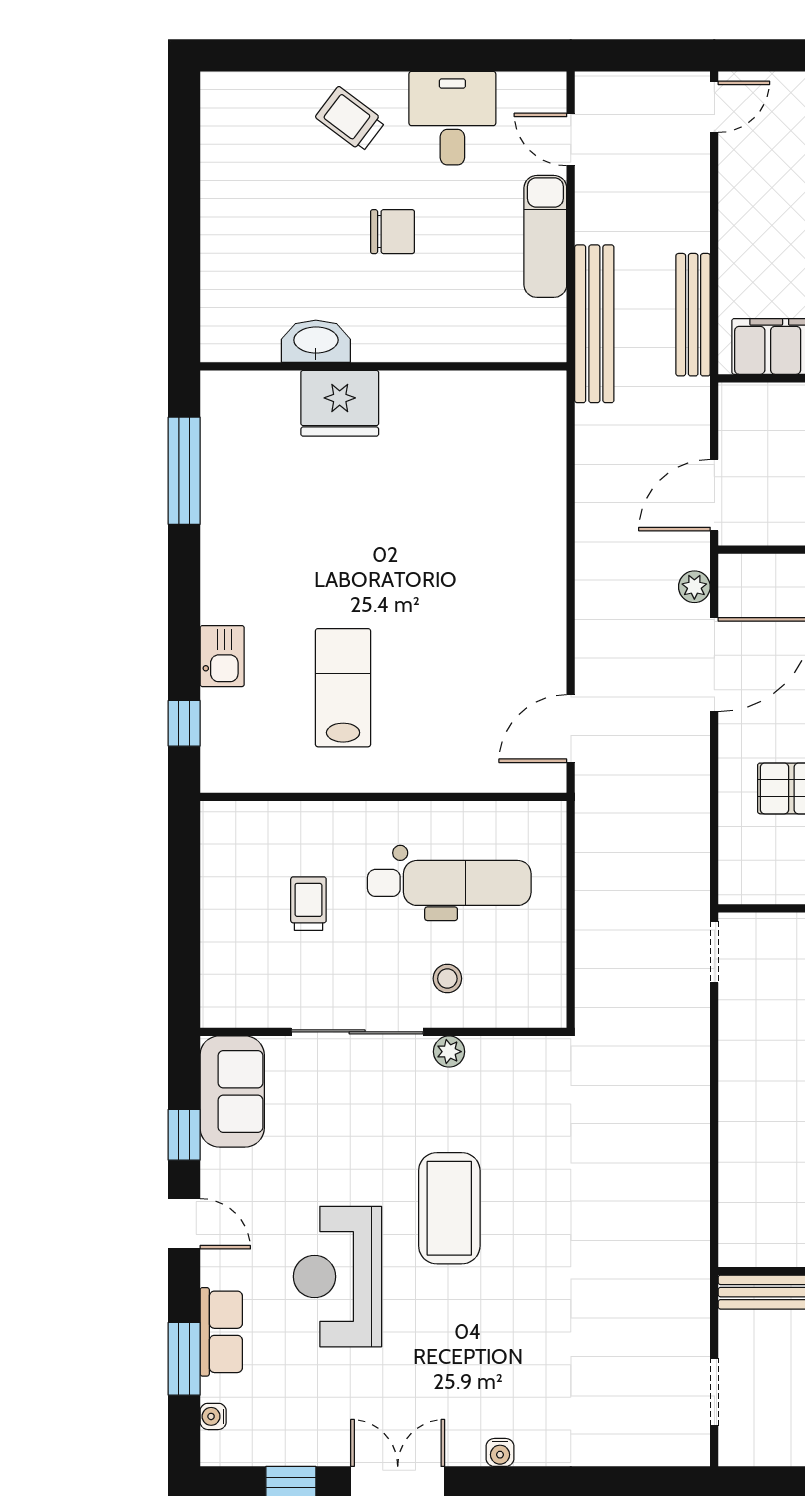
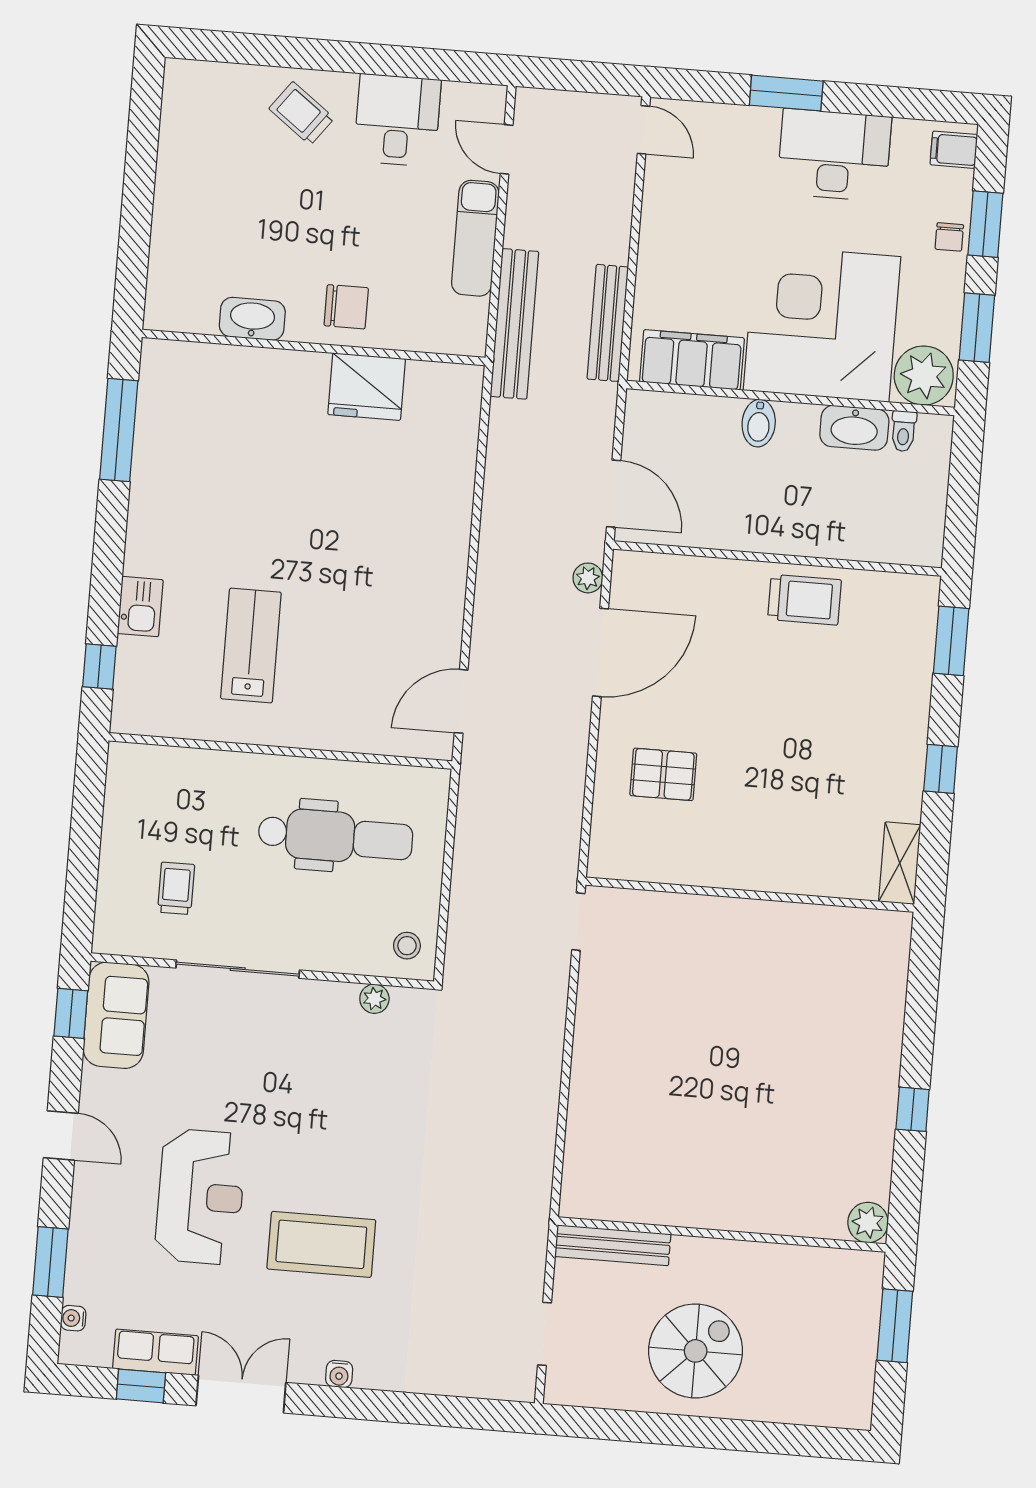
door: (714, 107) -> (643, 130), hinge flipped
chair: (393, 232) -> (346, 307), moved
fridge: (340, 403) -> (367, 387), moved
door: (714, 495) -> (614, 494), swing flipped
trolley: (308, 904) -> (176, 888), moved
stool: (447, 979) -> (407, 946), moved
plant: (449, 1052) -> (374, 999), moved
window: (184, 1135) -> (71, 1013), moved
coffee table: (449, 1208) -> (321, 1244), moved, turned 90
reception desk: (337, 1277) -> (200, 1197), turned 180
row of seats: (221, 1332) -> (155, 1352), moved, turned -90

